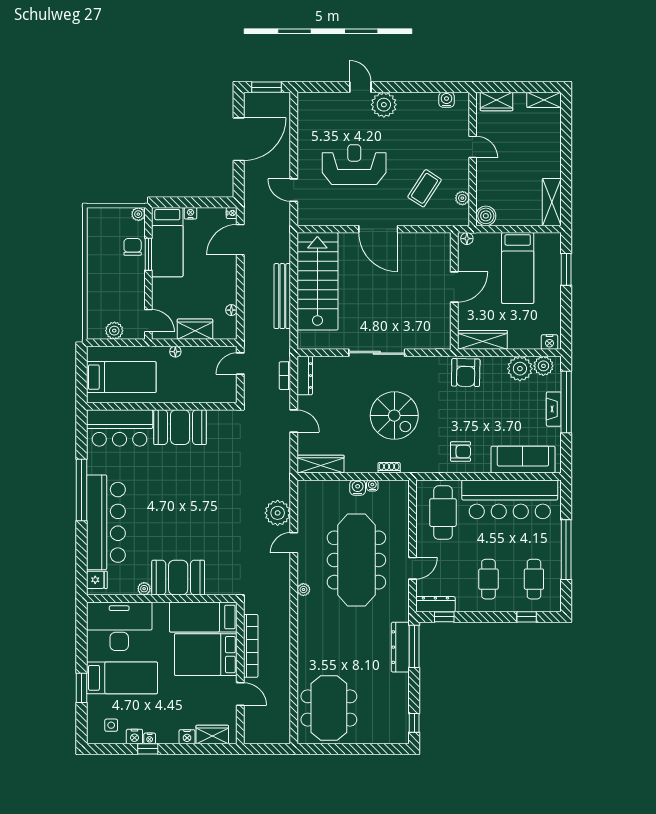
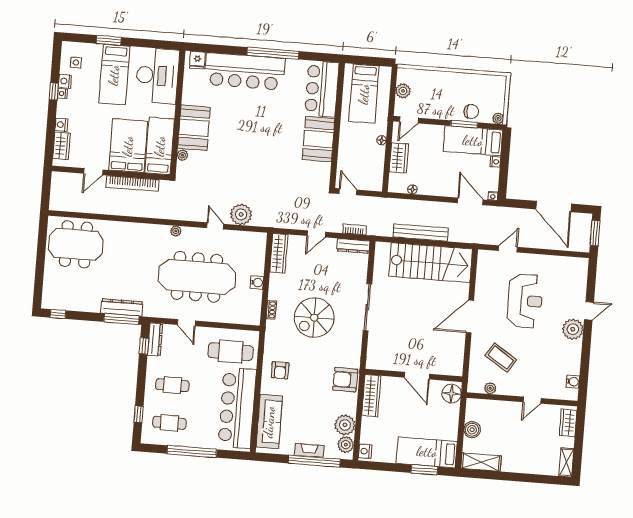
boiler: (486, 216) -> (472, 430), moved
floor lamp: (467, 239) -> (452, 394), width x1.89, depth x1.89
bed: (518, 268) -> (427, 452), moved
door: (240, 363) -> (348, 192), moved
water cooler: (372, 485) -> (258, 295), removed
plant: (144, 589) -> (183, 155), moved

